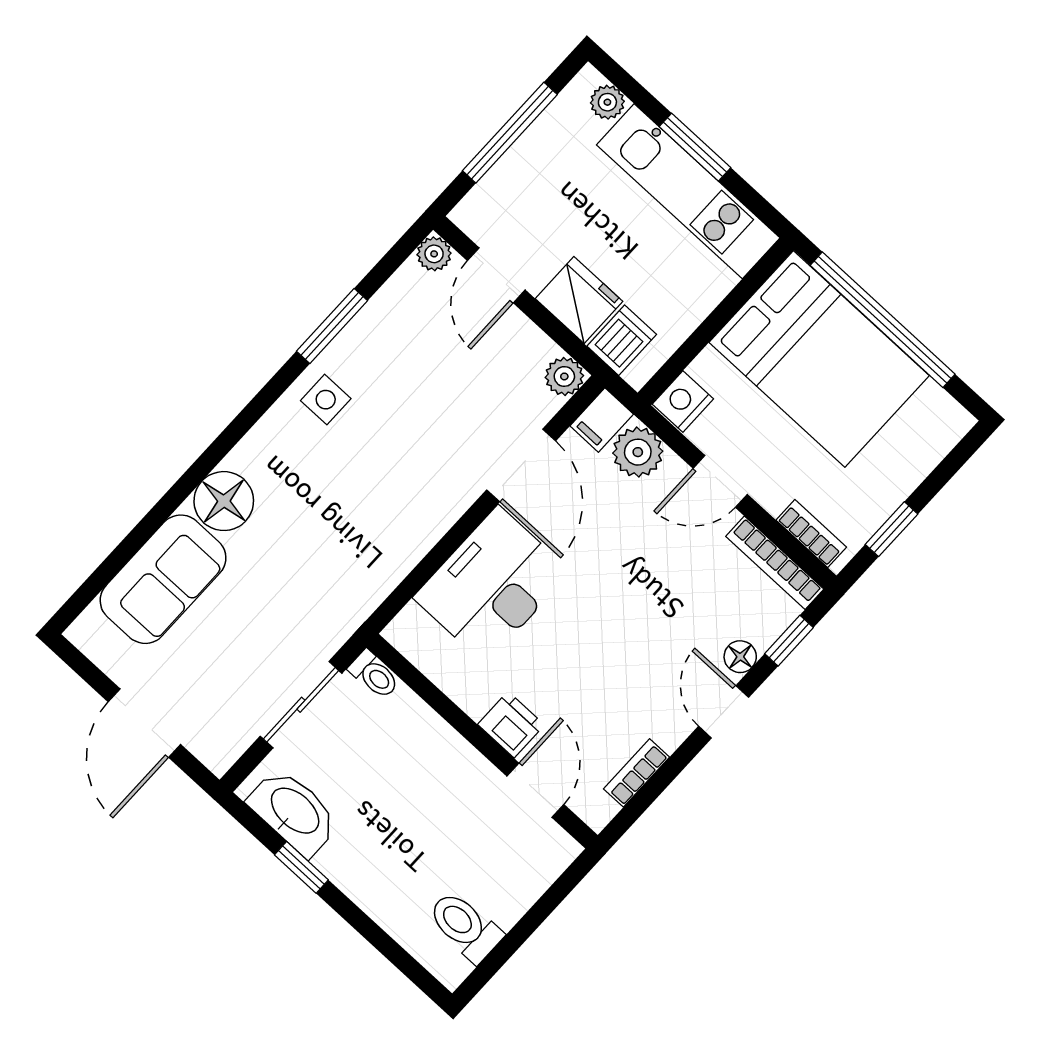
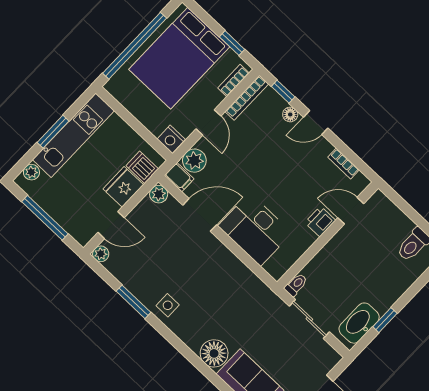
bed: (819, 359) -> (179, 58), moved, turned 180

